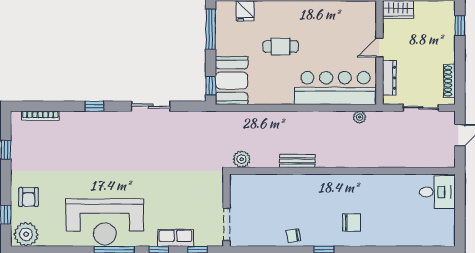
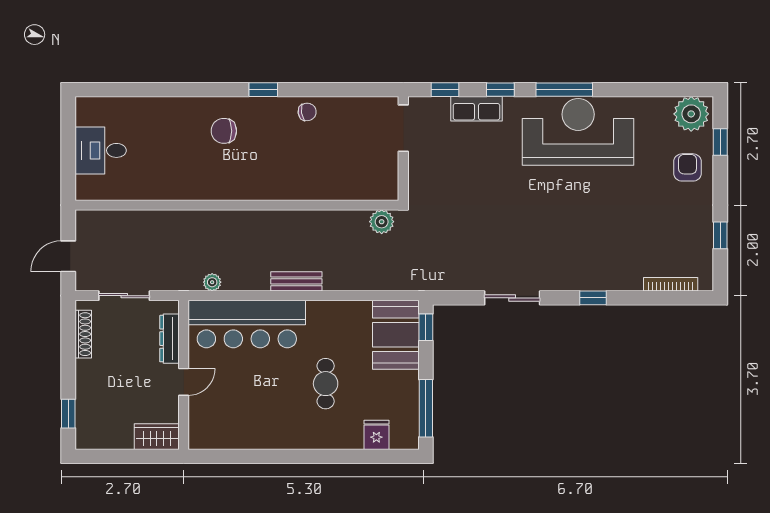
cafe table: (281, 47) -> (326, 384), turned 90
bench: (297, 161) -> (296, 281), moved
desk: (437, 192) -> (101, 150), moved

